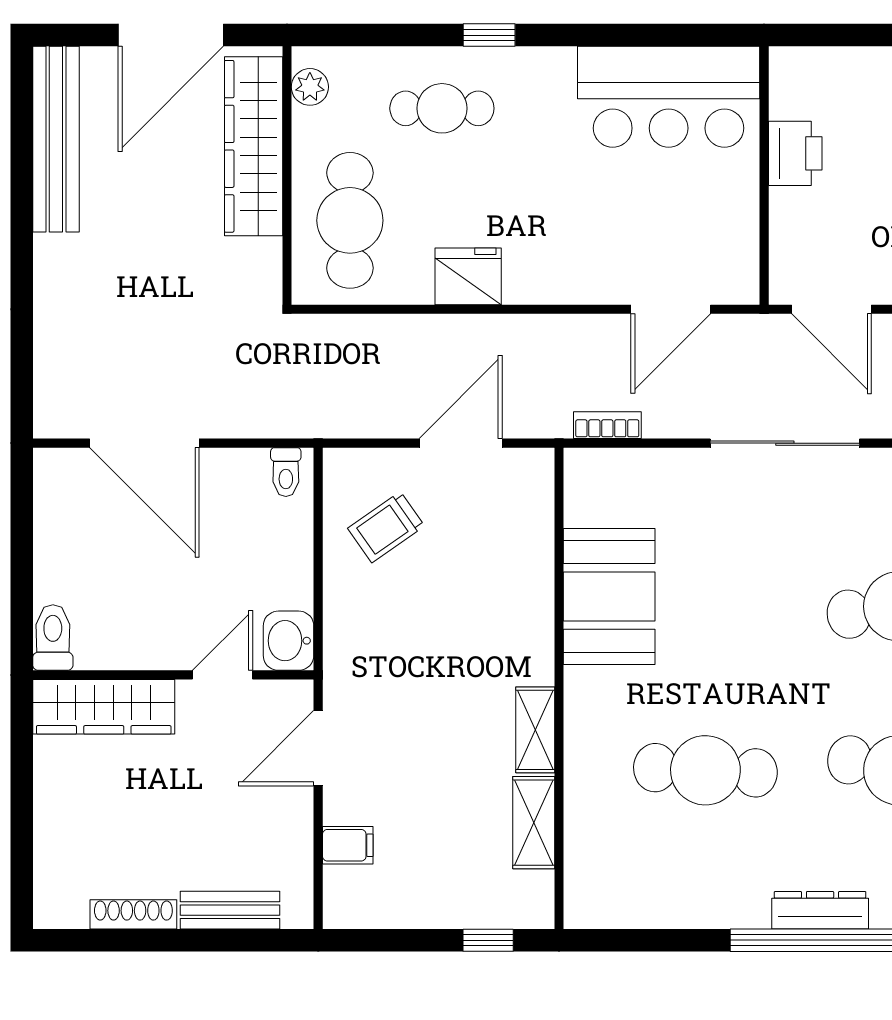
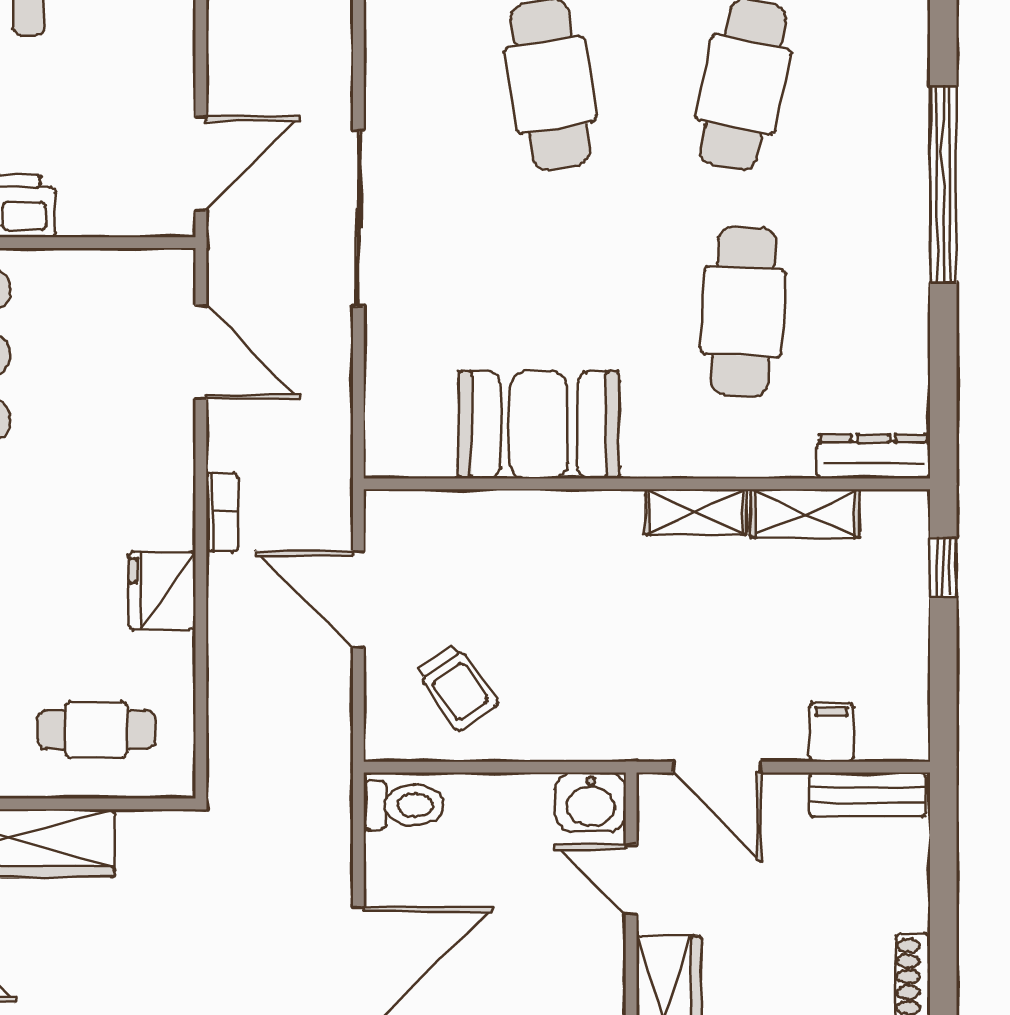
cafe table: (350, 220) -> (96, 730), width x0.73, depth x0.74
bookcase: (607, 425) -> (222, 512), moved, turned 180
toilet: (286, 472) -> (404, 805), width x1.37, depth x1.39
bench: (230, 910) -> (868, 795), moved, turned 90
dresser: (820, 910) -> (873, 456), moved, turned 90

